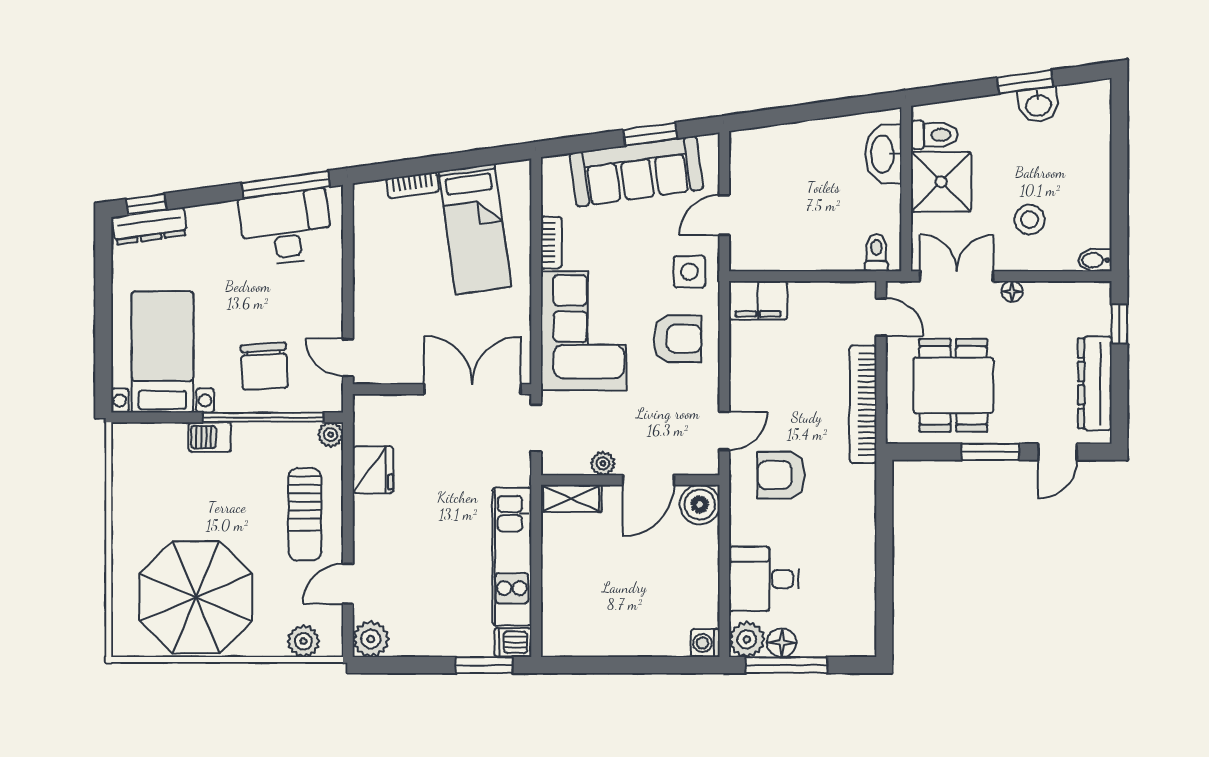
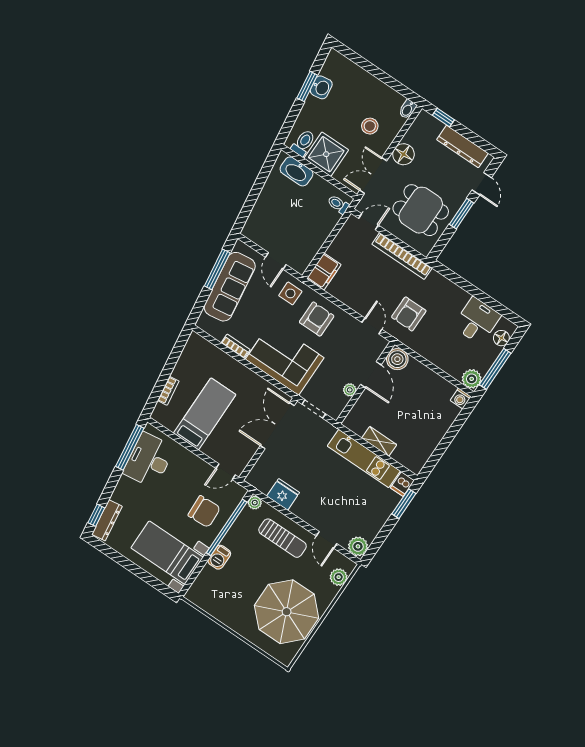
window: (650, 134) -> (217, 269), width x1.44
bed: (475, 229) -> (205, 414), moved, turned -82
floor lamp: (1012, 291) -> (403, 154), width x1.89, depth x1.89
shelving: (571, 498) -> (379, 441), moved, turned 90
desk: (764, 579) -> (477, 321), moved, turned 180
floor lamp: (782, 643) -> (501, 338), moved

